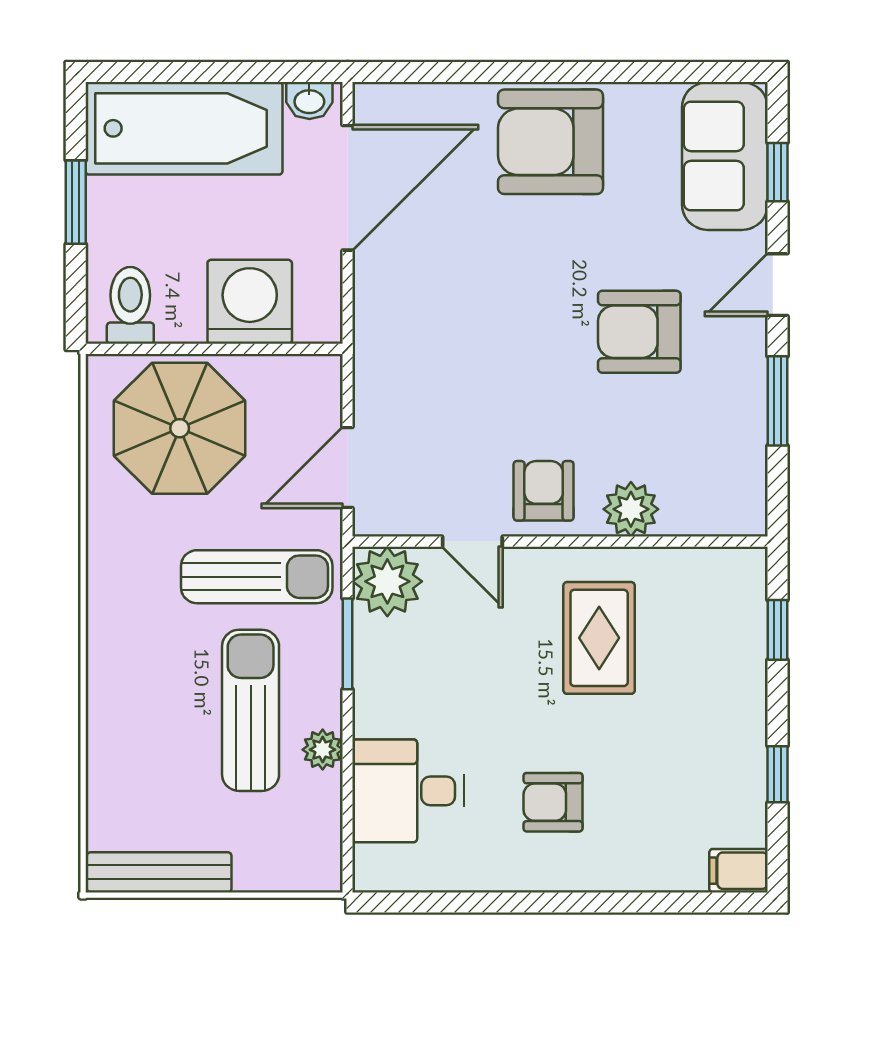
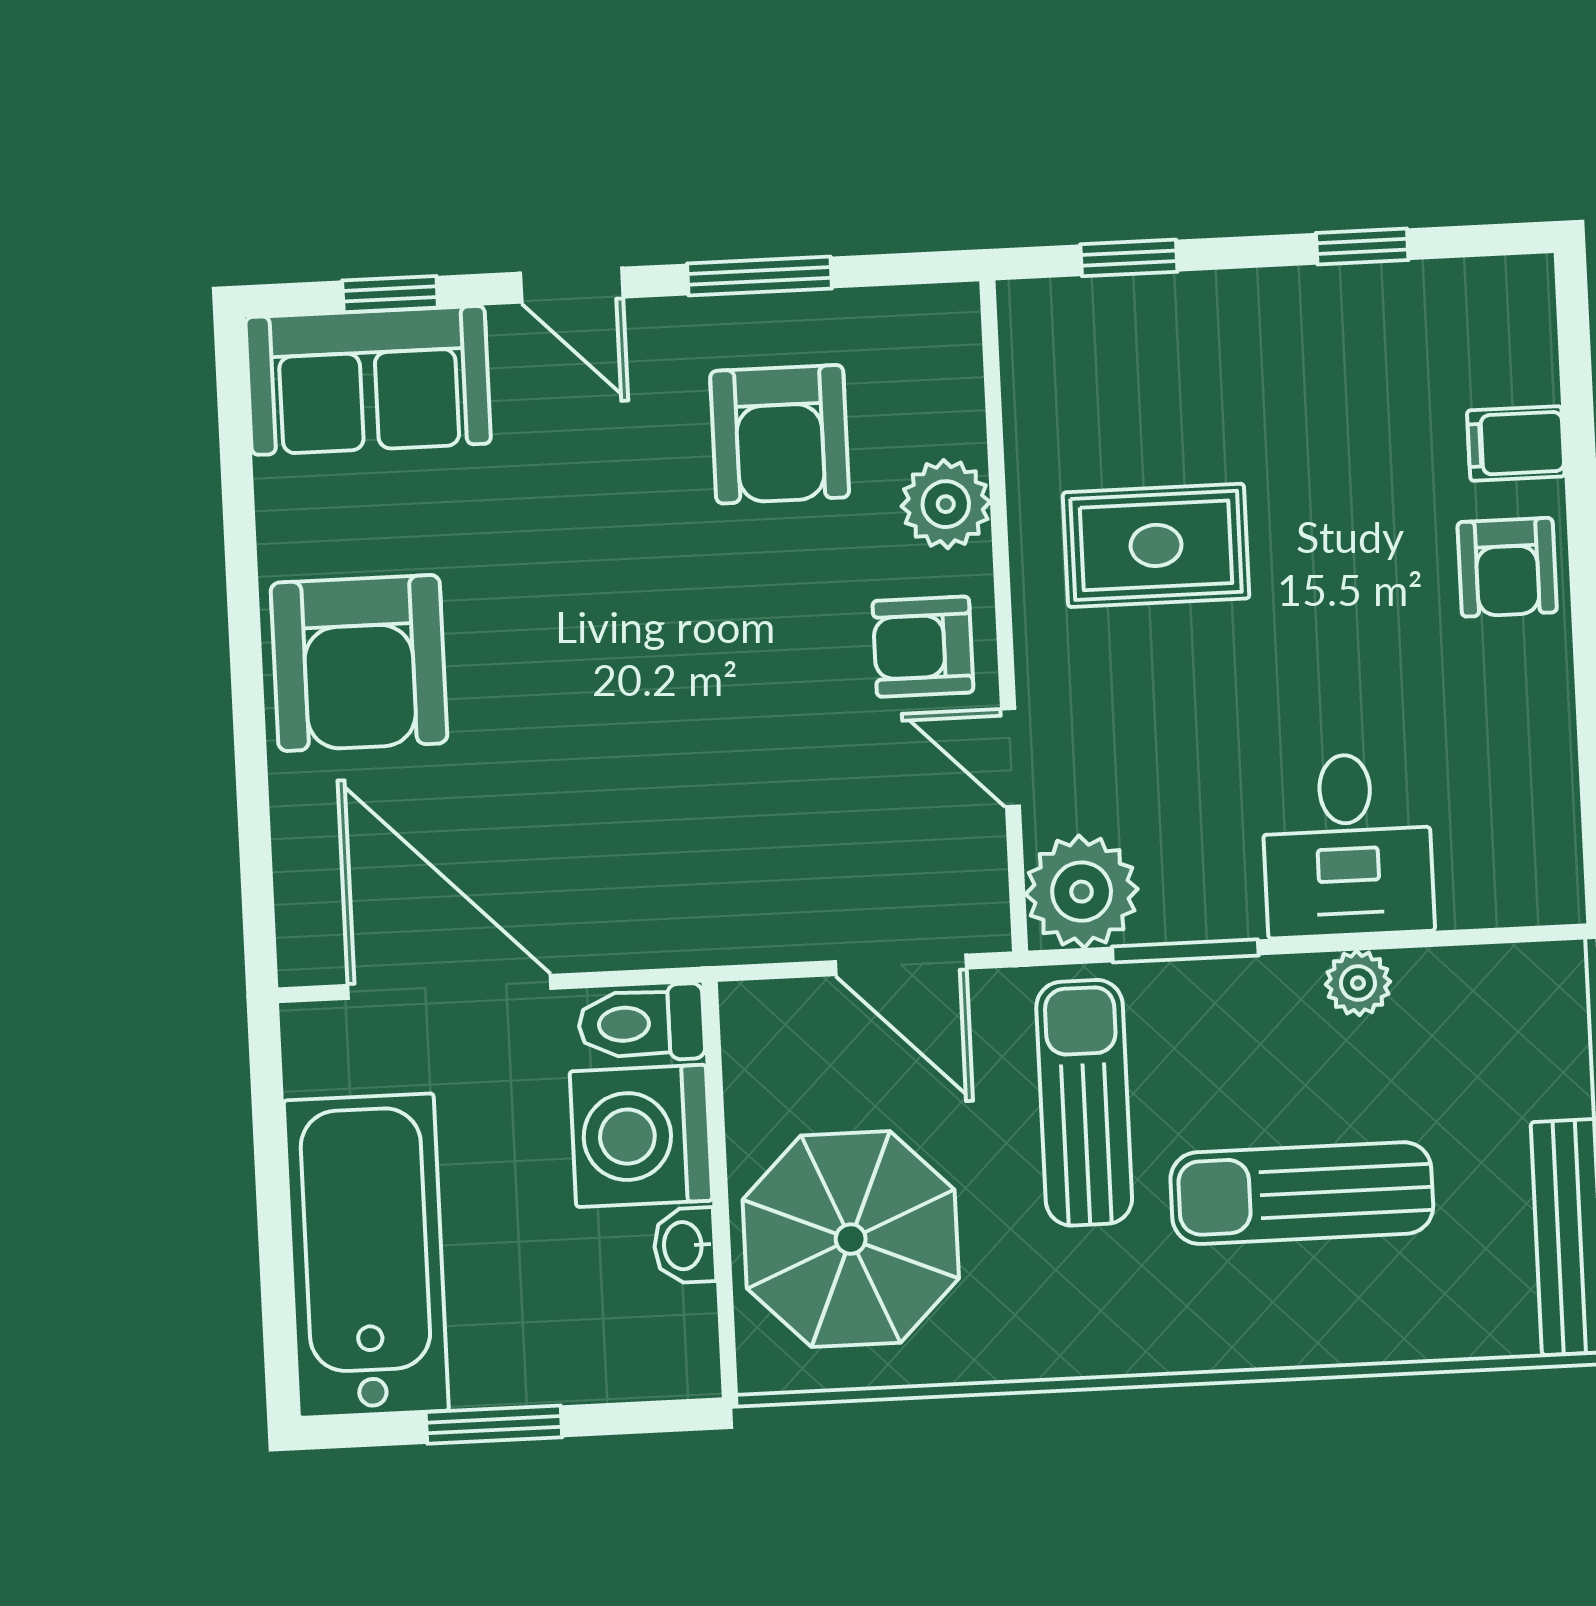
washbasin: (309, 101) -> (685, 1246), moved, turned 180
toilet: (130, 305) -> (641, 1023), moved
armchair: (639, 332) -> (780, 434), moved
door: (472, 542) -> (1011, 758), swing flipped
sun lounger: (251, 710) -> (1302, 1193), moved
desk: (408, 791) -> (1347, 845), moved
armchair: (553, 802) -> (1507, 567), moved
filing cabinet: (739, 871) -> (1516, 443), moved, turned 90

